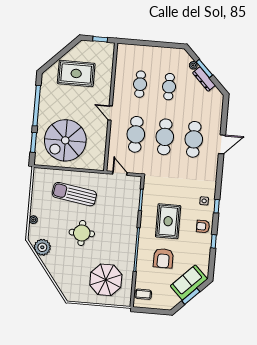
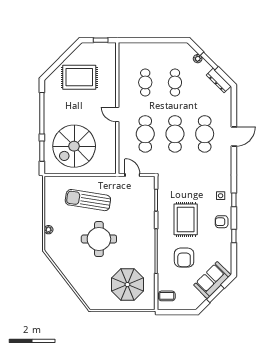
dresser: (204, 79) -> (219, 81), moved
round table: (82, 233) -> (99, 239), width x1.36, depth x1.36
plant: (42, 247) -> (60, 257), removed

